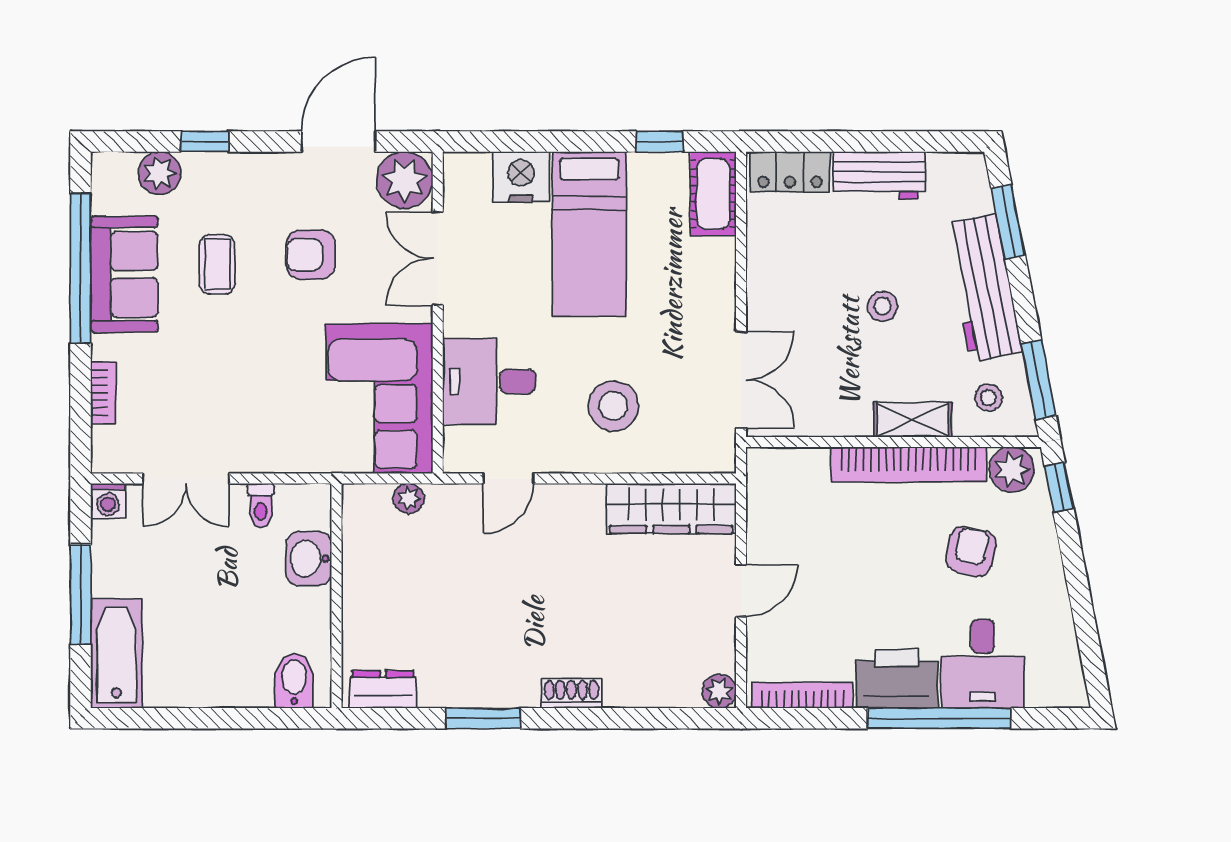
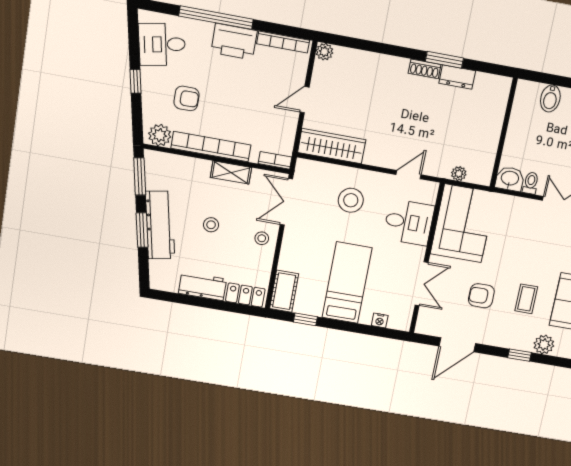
nightstand: (521, 177) -> (380, 321), width x0.53, depth x0.56
plant: (405, 180) -> (430, 322), removed
window: (1008, 222) -> (142, 230), moved
armchair: (311, 255) -> (481, 296), turned 180
stool: (988, 398) -> (262, 238), moved
shelving: (913, 420) -> (231, 172), moved
bookcase: (778, 460) -> (275, 160), added
window: (1059, 487) -> (136, 81), moved
armchair: (971, 551) -> (186, 98), turned -102
washbasin: (309, 559) -> (510, 179), moved, turned -90
desk: (982, 664) -> (162, 44), moved, turned -101
bidet: (294, 681) -> (550, 99), moved
dresser: (383, 689) -> (457, 77), moved
shoe rack: (571, 693) -> (425, 69), moved

